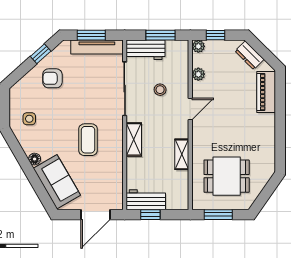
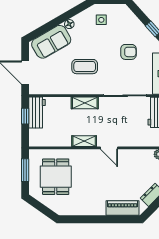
plant: (198, 74) -> (137, 154), removed
armchair: (52, 78) -> (128, 52), moved, turned 90
stool: (160, 90) -> (124, 124), removed
shelving: (182, 154) -> (84, 141), moved

